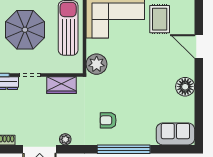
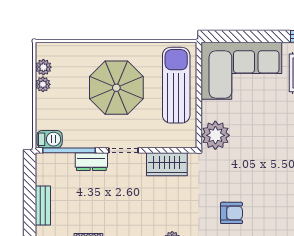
armchair: (108, 120) -> (232, 213), turned 180

